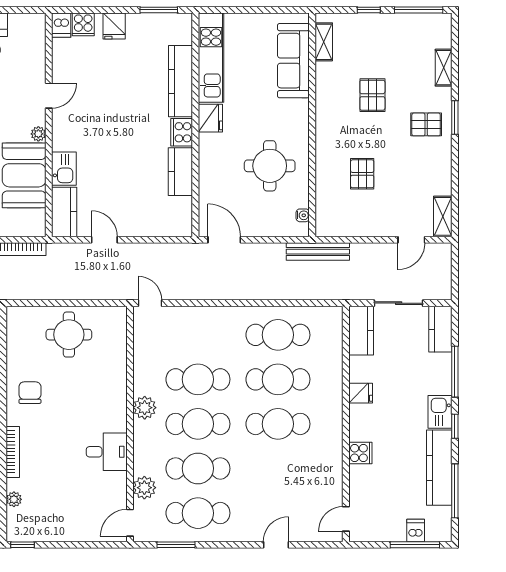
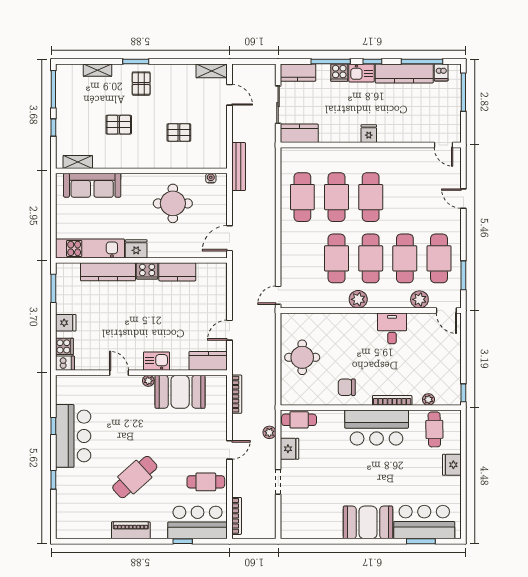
kitchen sink: (64, 169) -> (156, 361), moved
fridge: (361, 393) -> (369, 134), moved
cooker: (360, 453) -> (339, 73), moved, turned 180
dishwasher: (416, 530) -> (441, 72), moved, turned -90

